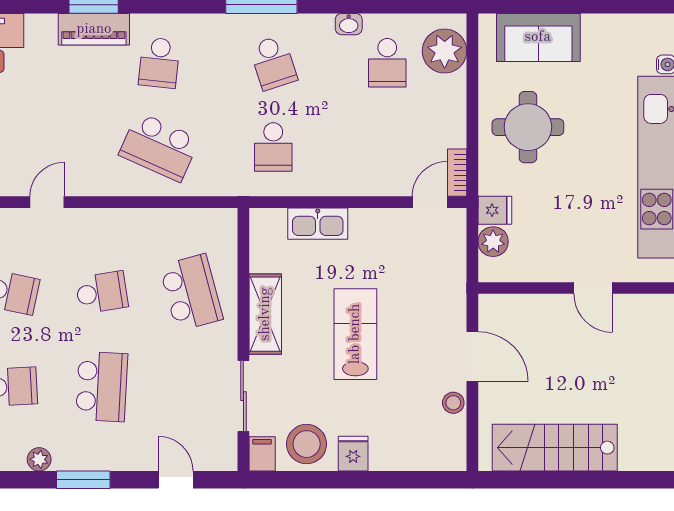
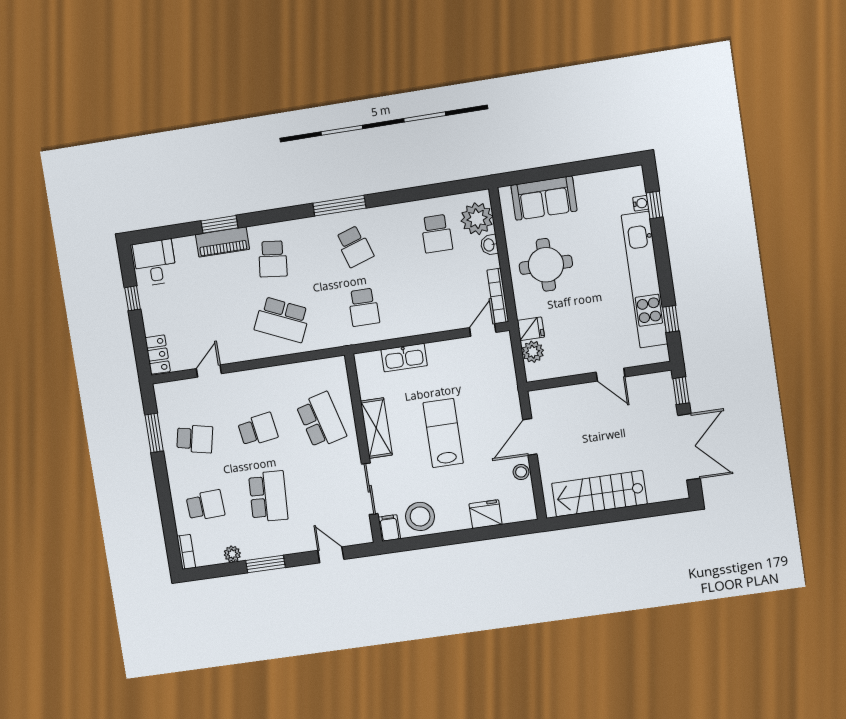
washbasin: (349, 24) -> (489, 245), moved, turned 90
bookcase: (457, 173) -> (498, 296), width x1.56
door: (472, 357) -> (530, 437), swing flipped
fridge: (353, 454) -> (486, 514), moved, width x1.38

